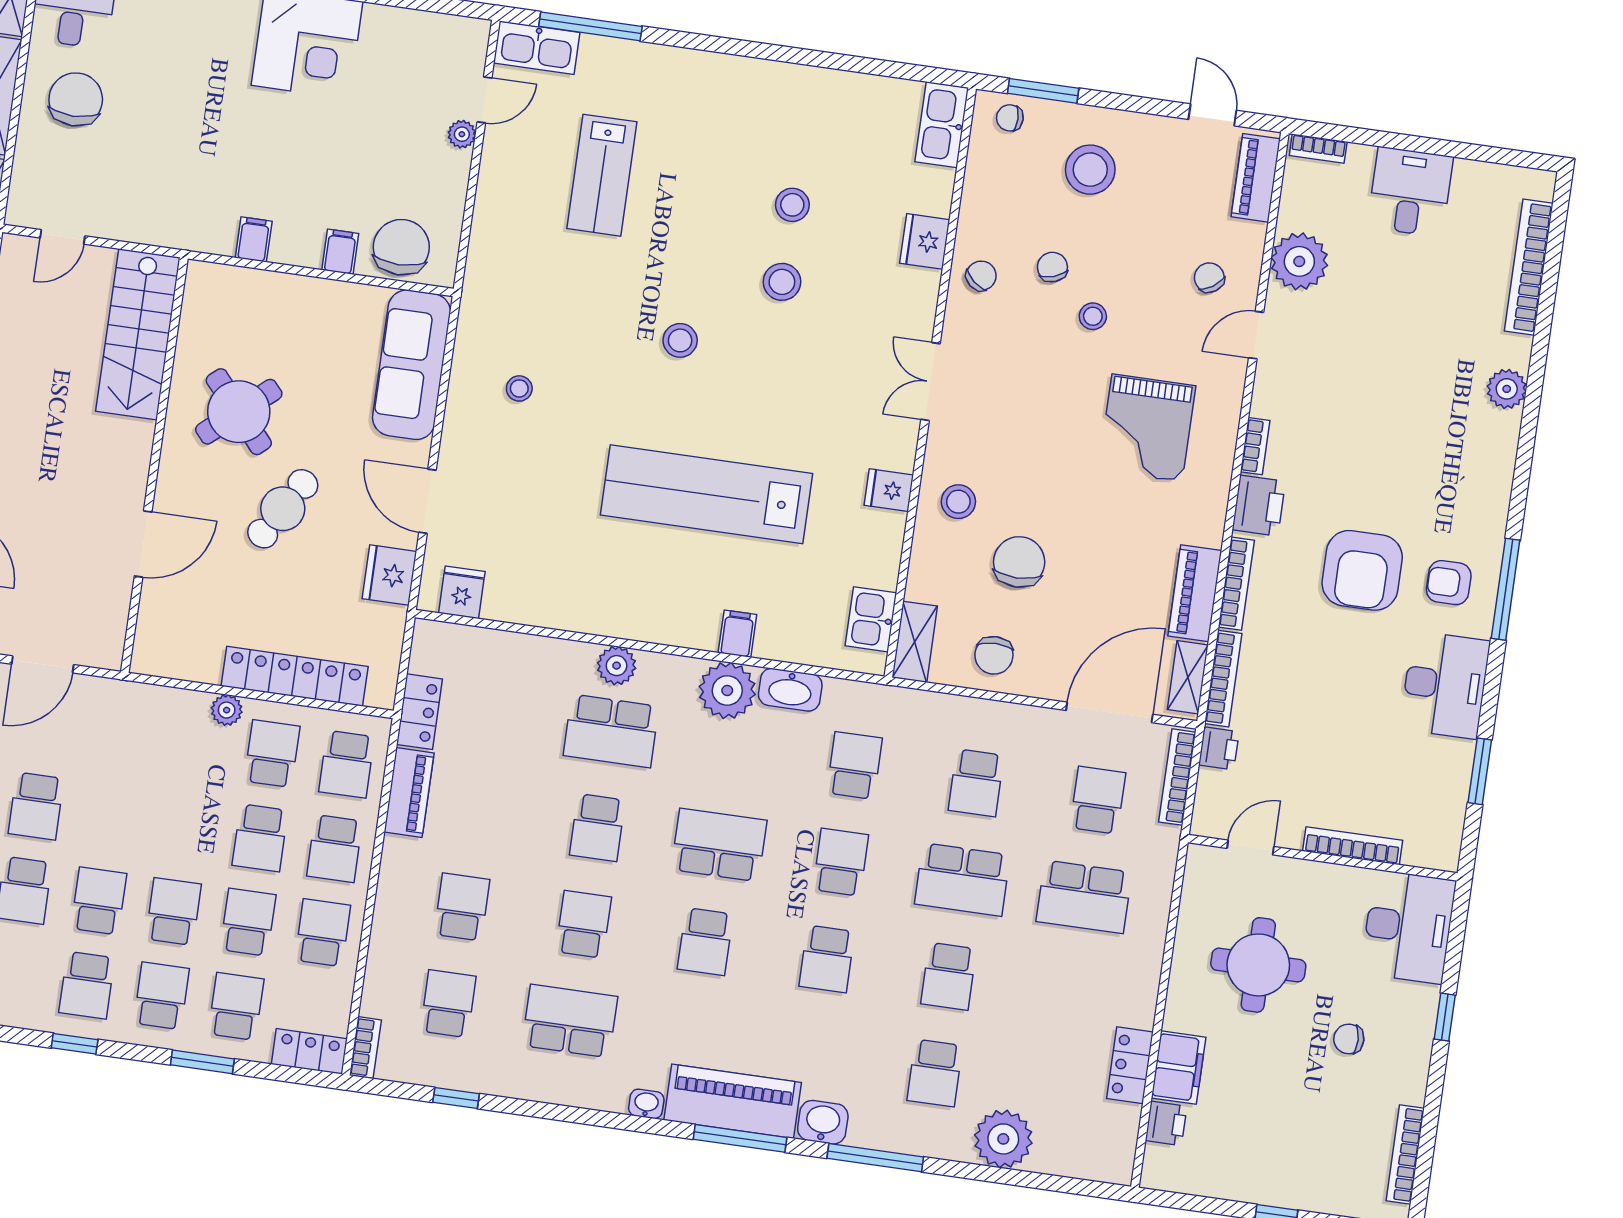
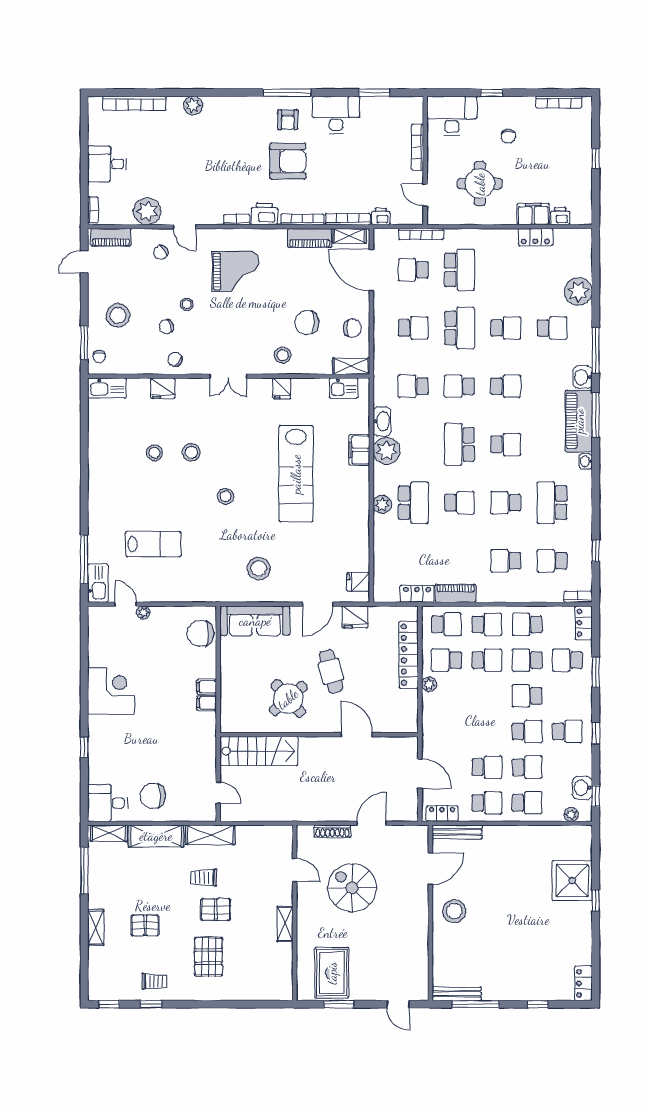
filing cabinet: (340, 252) -> (207, 687), moved
stool: (519, 388) -> (259, 569), width x1.89, depth x1.89
cafe table: (283, 509) -> (331, 671), turned 44
filing cabinet: (737, 634) -> (359, 450), width x2.00
bookcase: (1177, 777) -> (421, 234), moved
school desk: (99, 901) -> (527, 732), turned 180
school desk: (161, 996) -> (567, 696), removed

